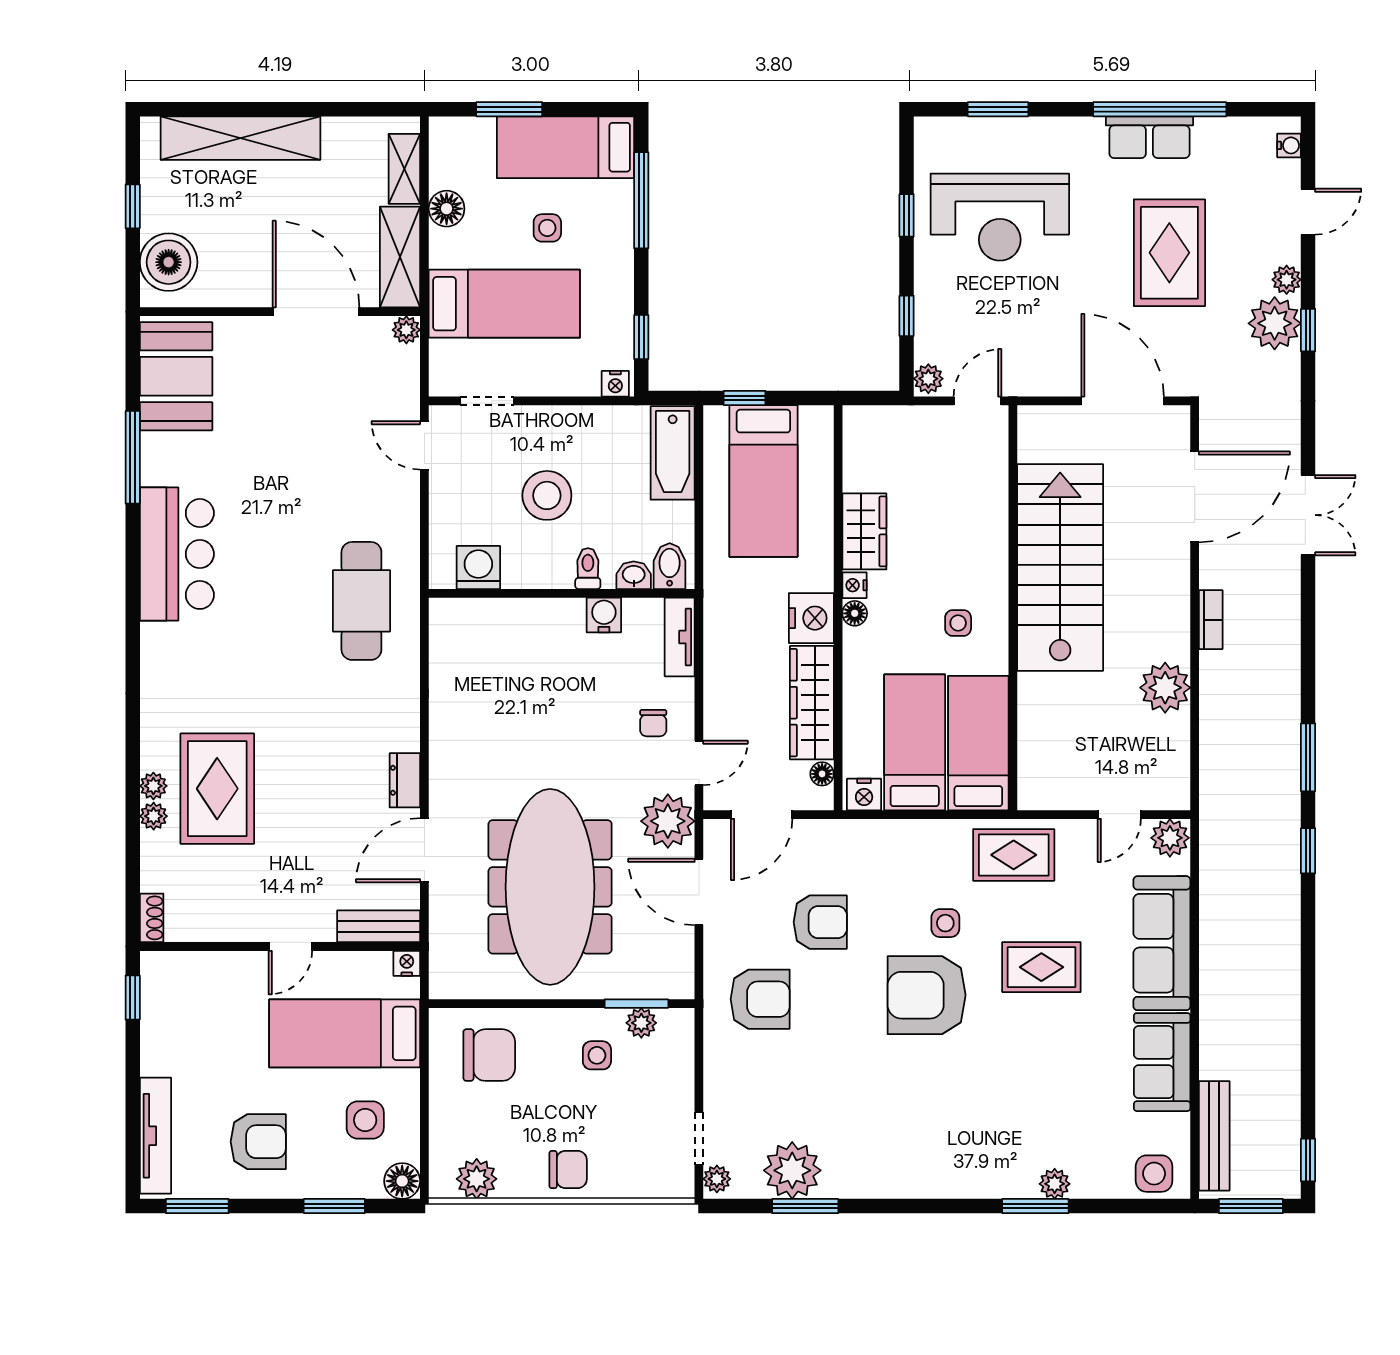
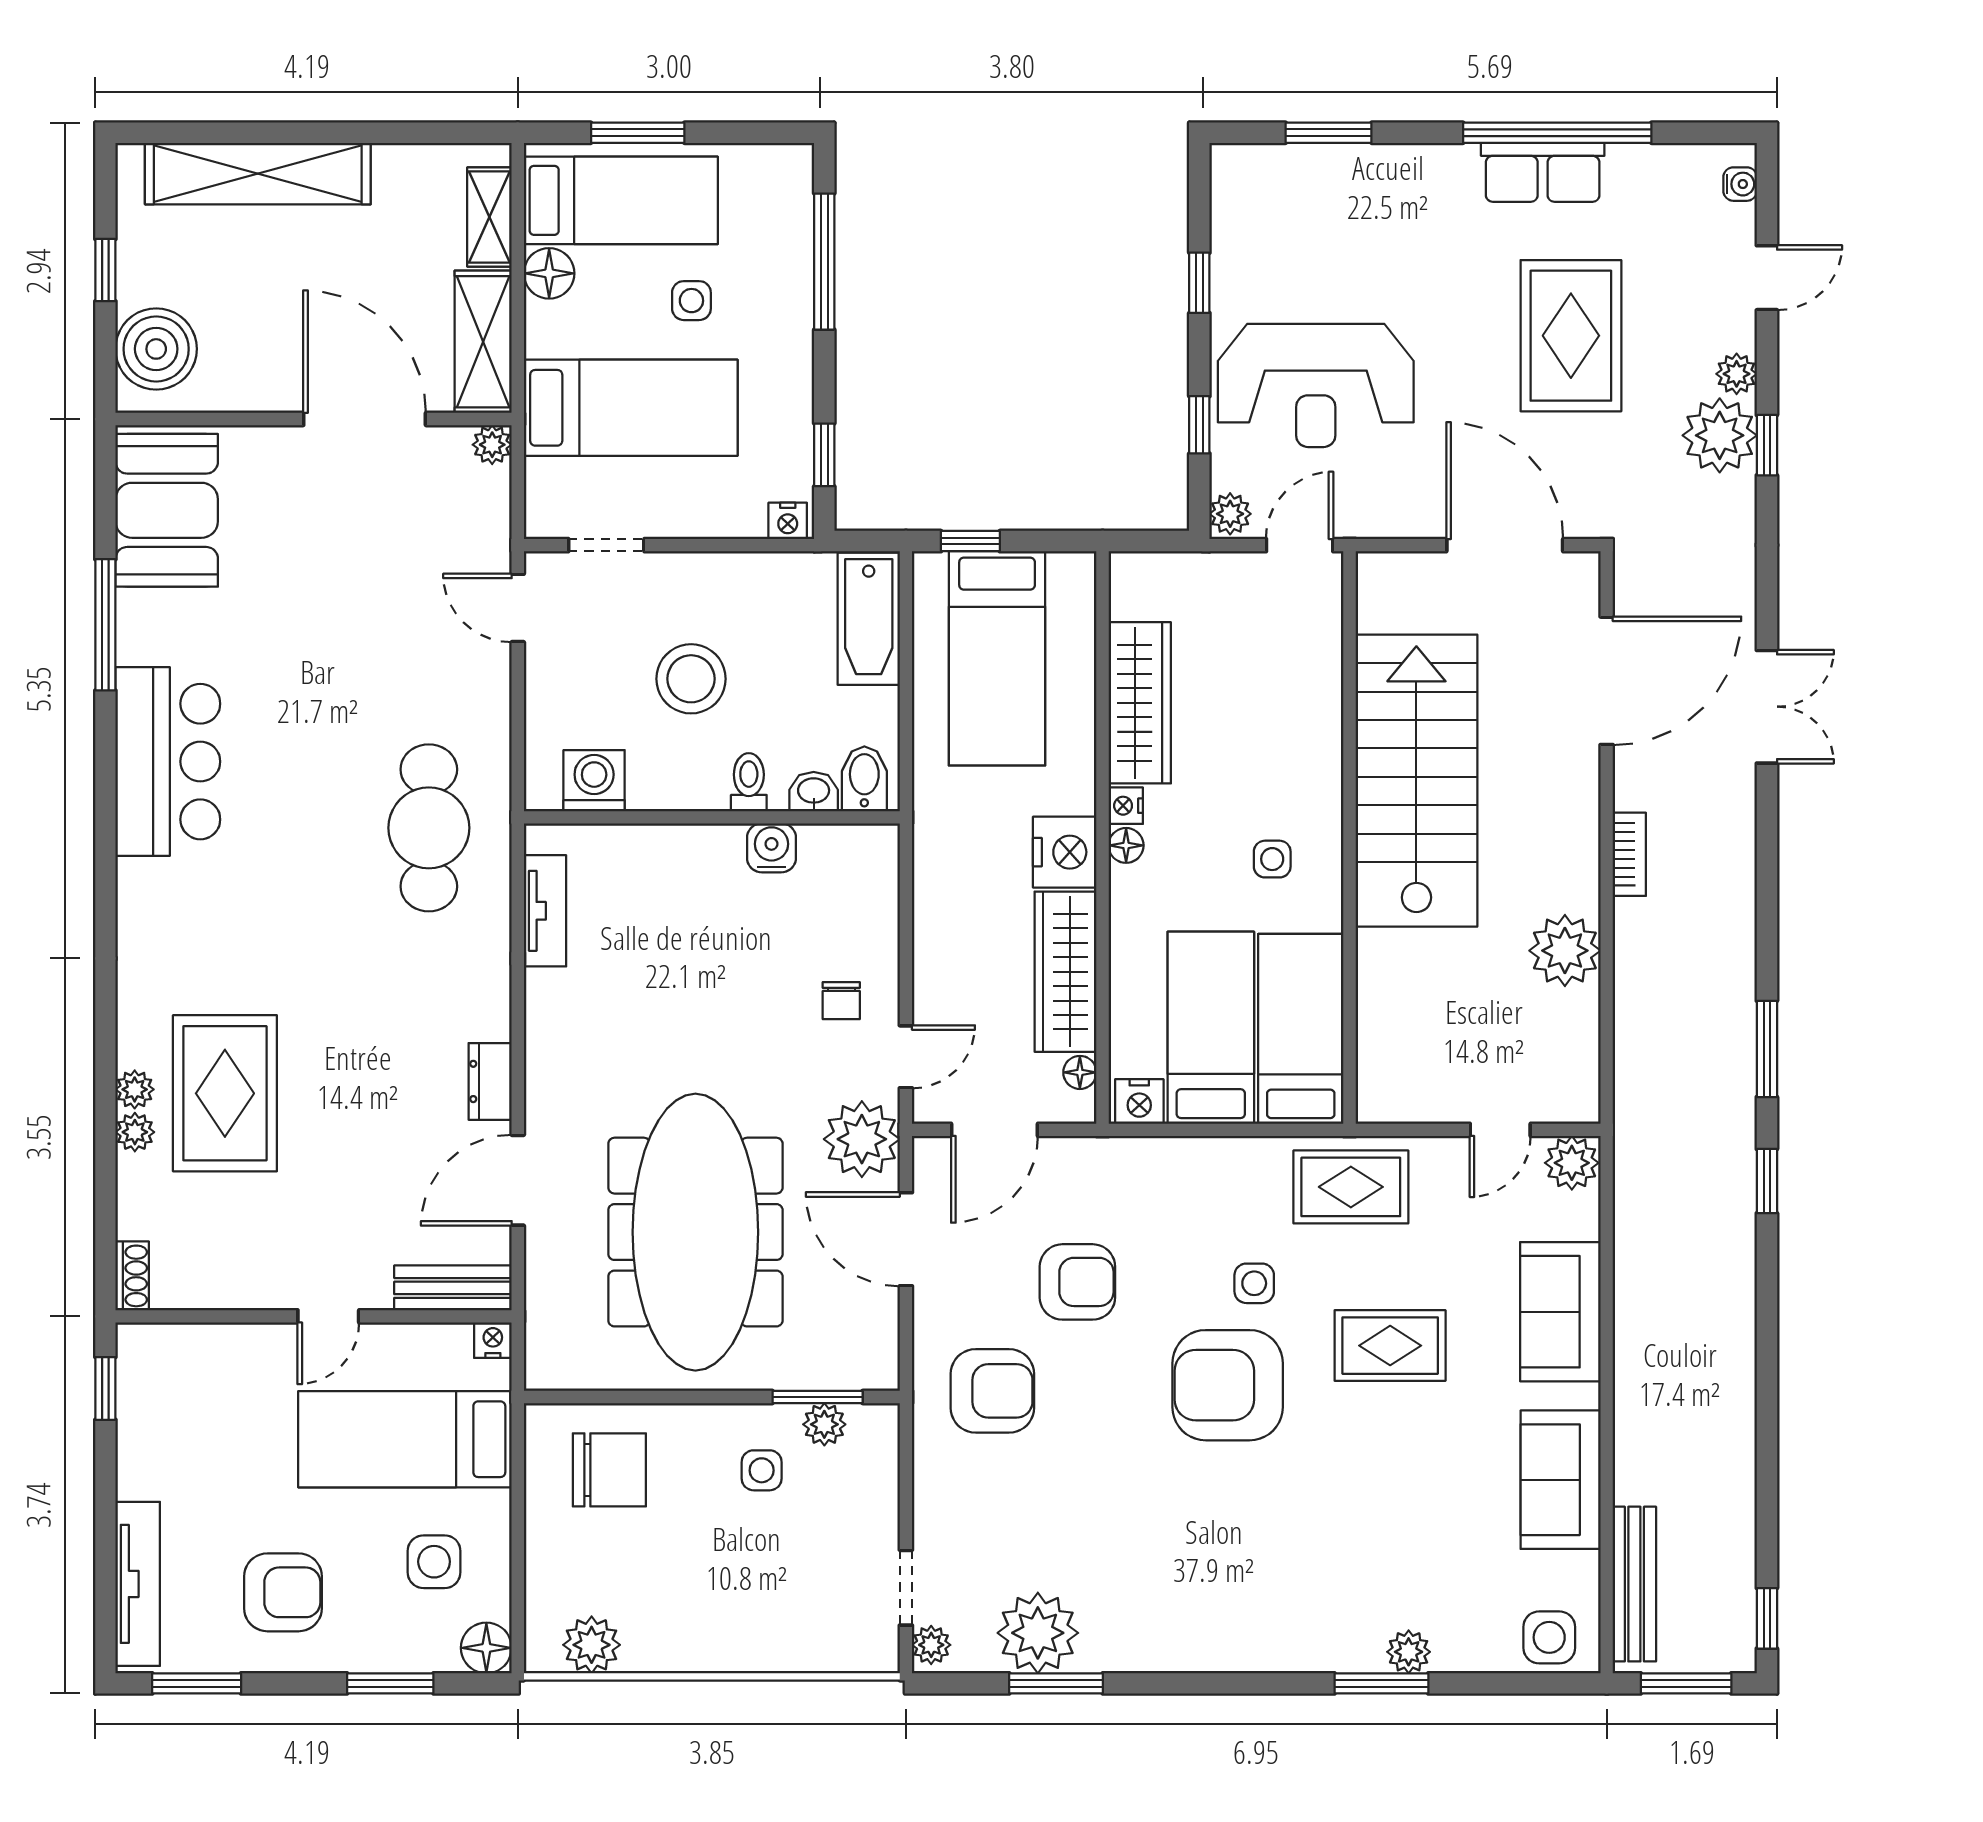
bed: (565, 147) -> (621, 200), moved, turned 180
reception desk: (1000, 217) -> (1316, 385), moved
wardrobe: (864, 531) -> (1140, 703), width x1.50
tv unit: (680, 637) -> (545, 911), moved, turned 180
sofa: (1162, 943) -> (1560, 1312), width x0.73
chair: (568, 1170) -> (721, 1632), removed

